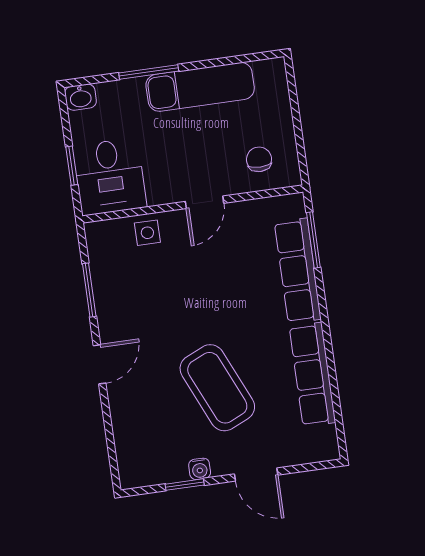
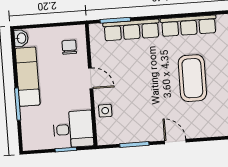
washbasin: (81, 97) -> (21, 38), moved
chair: (259, 159) -> (69, 47), turned 90
coffee table: (217, 388) -> (192, 78), turned -66

